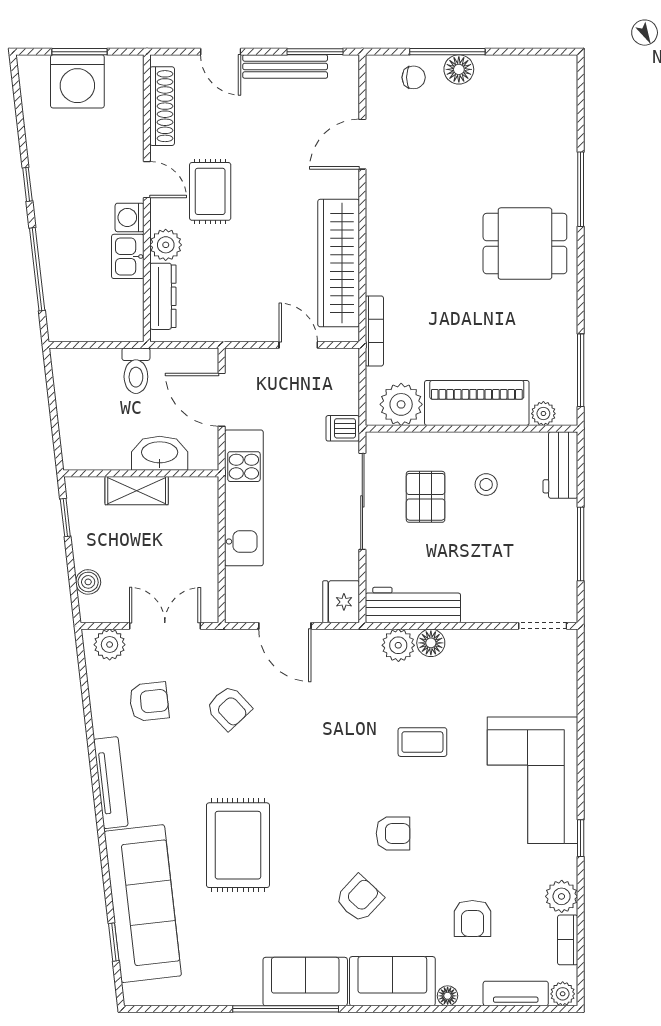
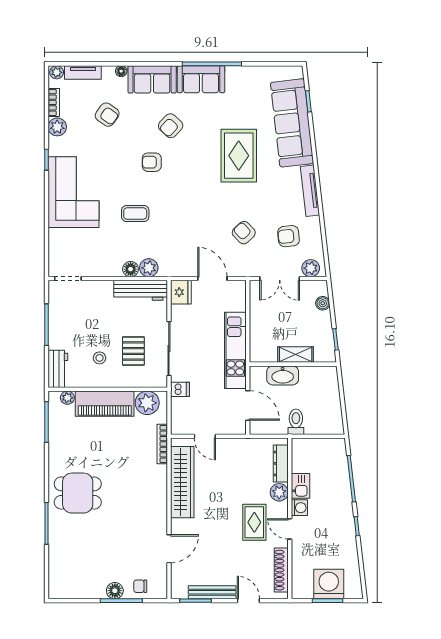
armchair: (472, 918) -> (107, 115), turned 125

